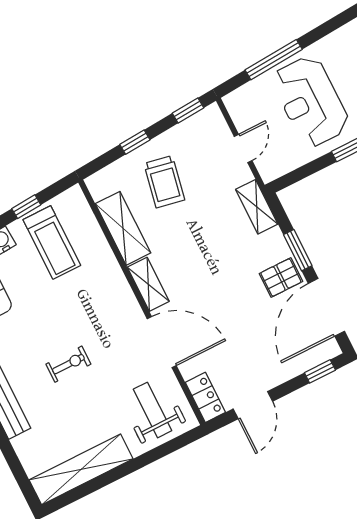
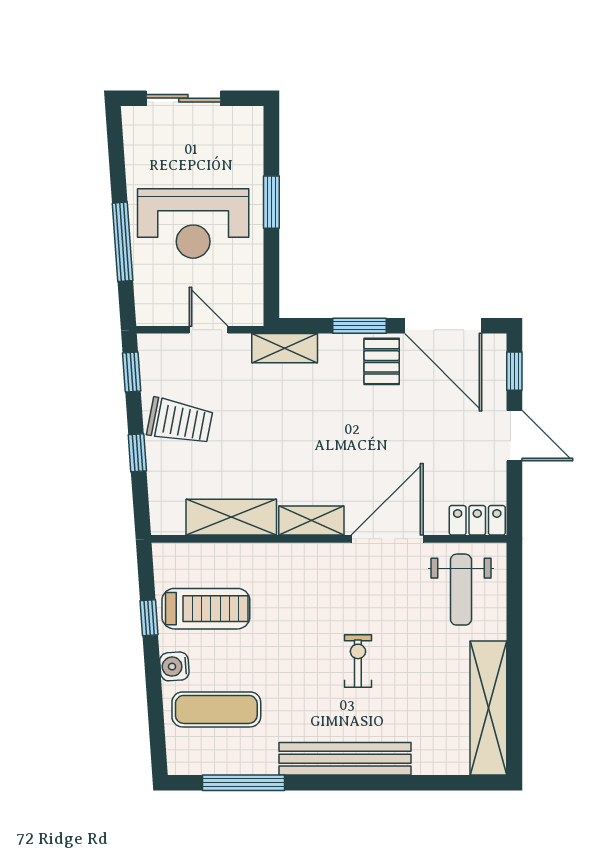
trolley: (164, 182) -> (180, 421), moved
door: (253, 405) -> (514, 436), moved
weight bench: (152, 410) -> (461, 590), turned -90

